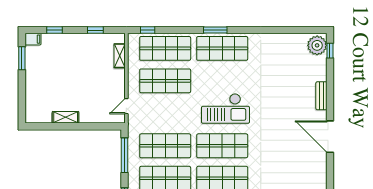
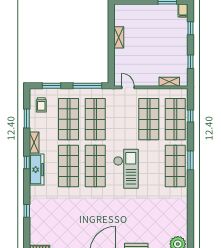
window: (148, 30) -> (190, 116), moved
checkout: (225, 108) -> (126, 169), turned 180

